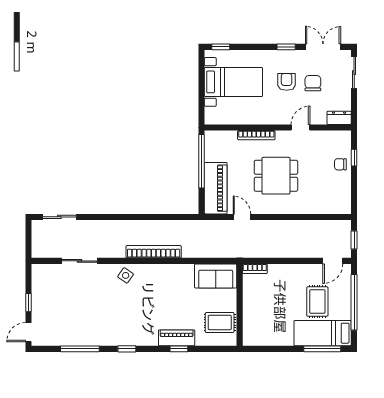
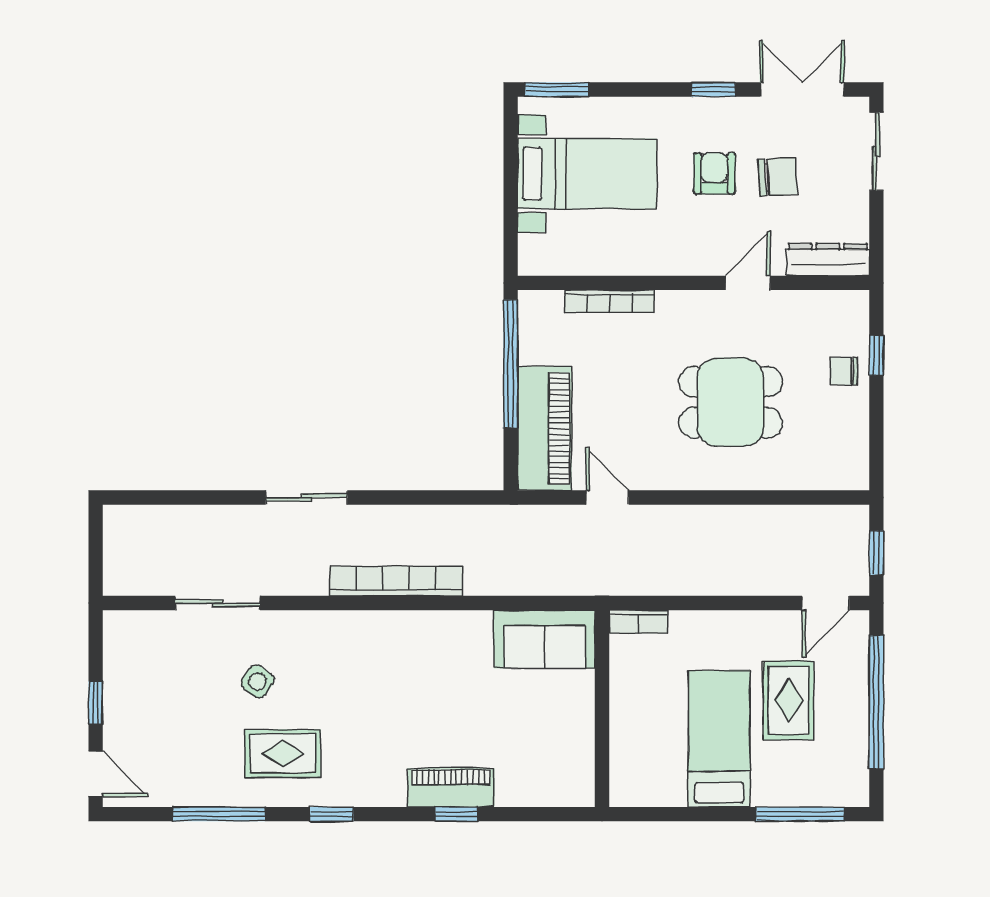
window: (221, 47) -> (557, 90), width x1.50
chair: (313, 83) -> (778, 177), turned 87
dresser: (339, 118) -> (828, 260), width x1.44
bookcase: (256, 135) -> (609, 301), moved
dining table: (276, 176) -> (731, 402), moved
sliding door: (59, 217) -> (306, 498), moved
side table: (126, 275) -> (258, 681), moved
rug: (220, 323) -> (283, 754), moved
door: (29, 332) -> (96, 774), swing flipped
bed: (323, 333) -> (719, 739), moved, turned 90

